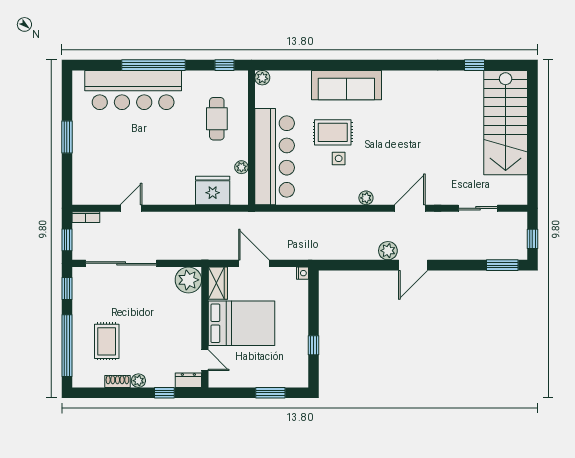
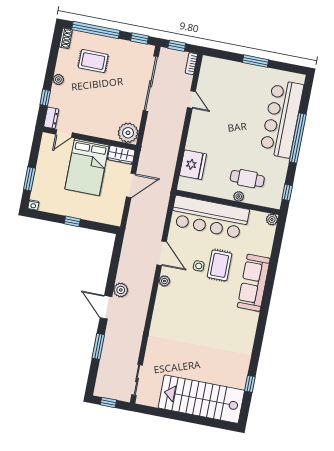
plant: (241, 167) -> (239, 196), moved
door: (410, 208) -> (162, 253), moved
sliding door: (478, 208) -> (137, 380), moved
window: (502, 265) -> (98, 346), moved
nightstand: (302, 273) -> (33, 205), moved
window: (314, 345) -> (72, 221), moved
shoe rack: (117, 381) -> (66, 38), moved

